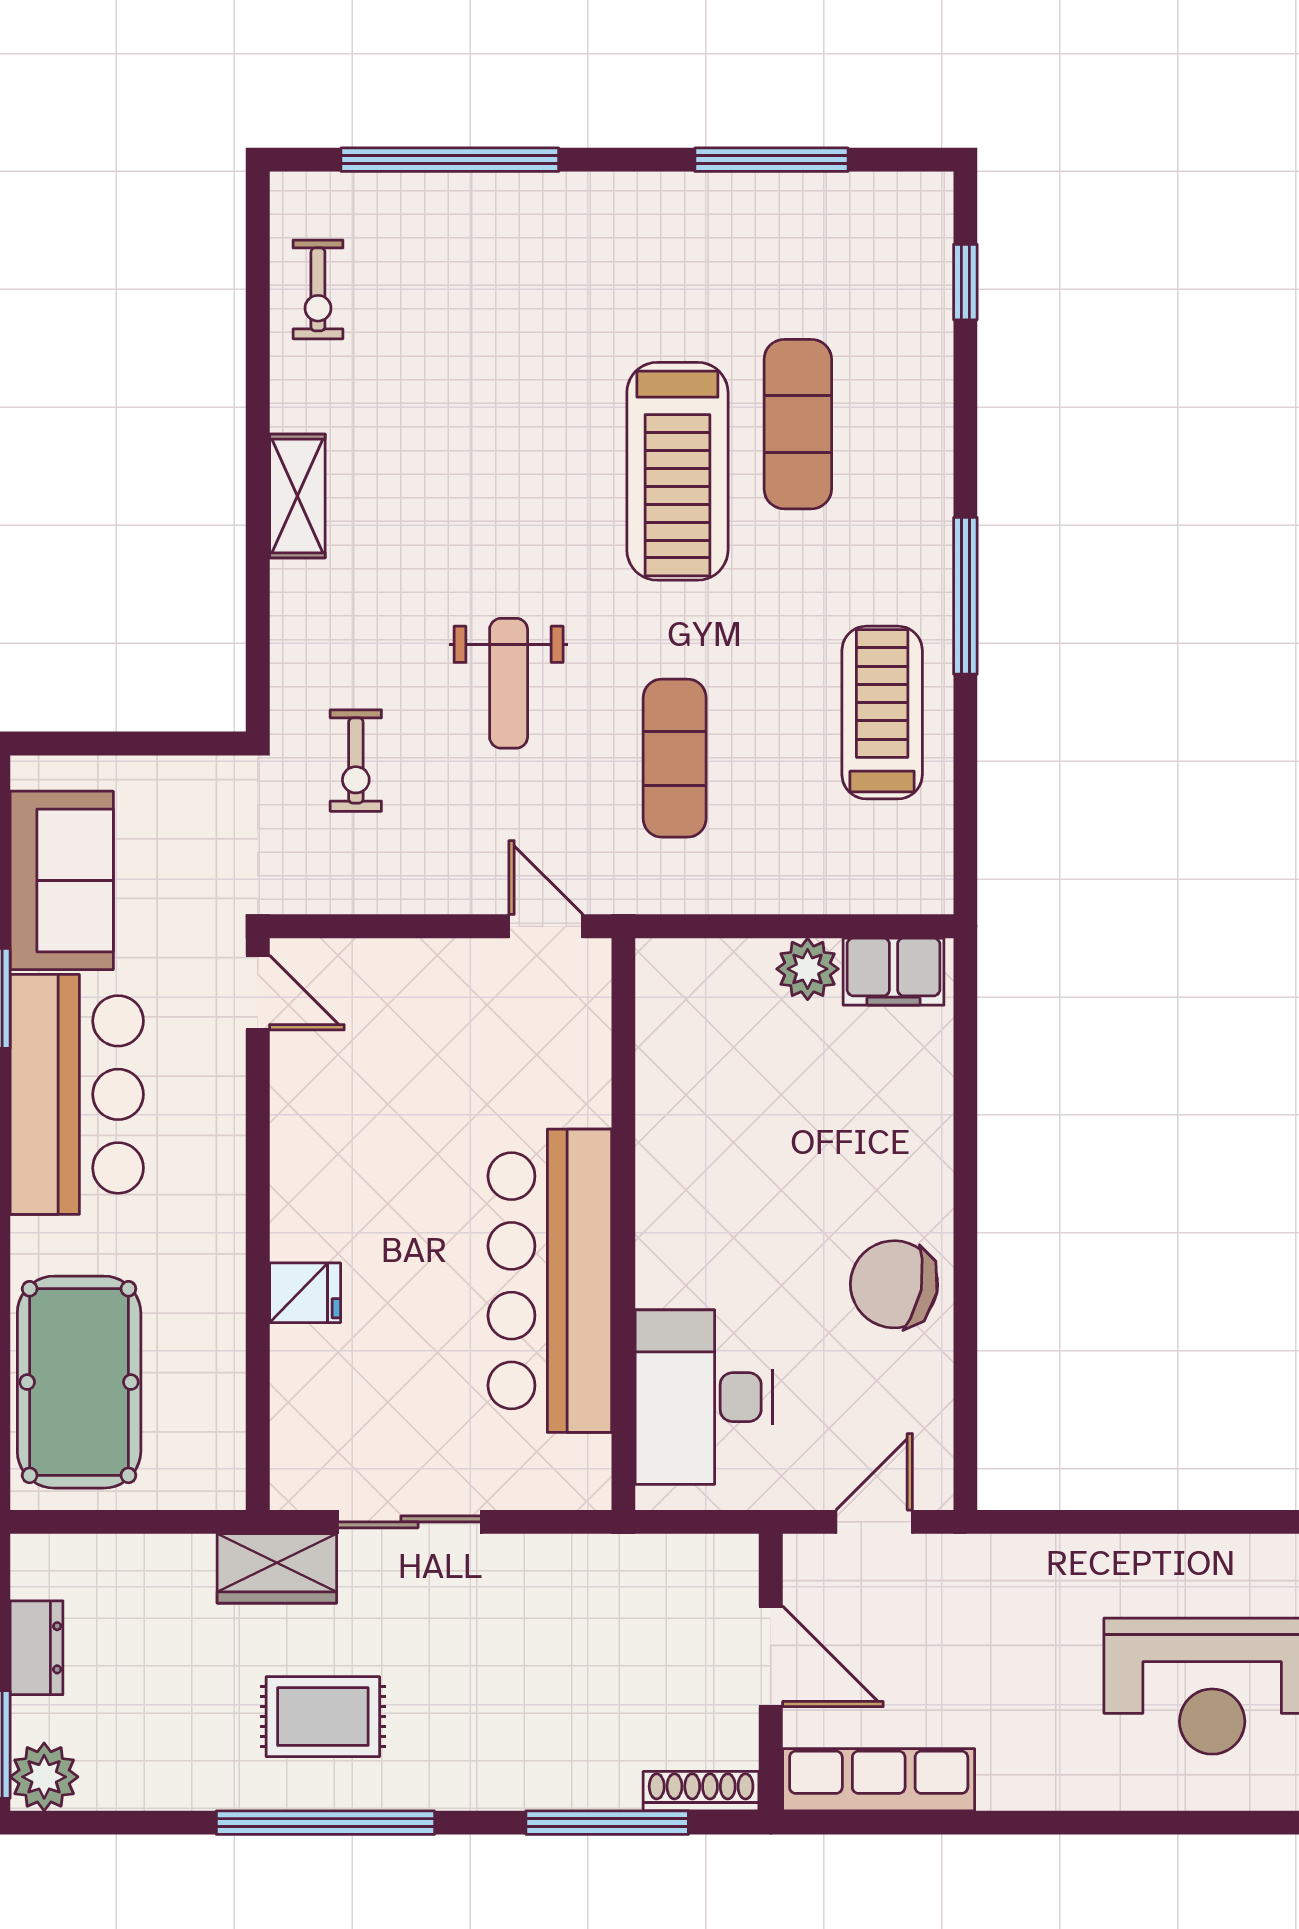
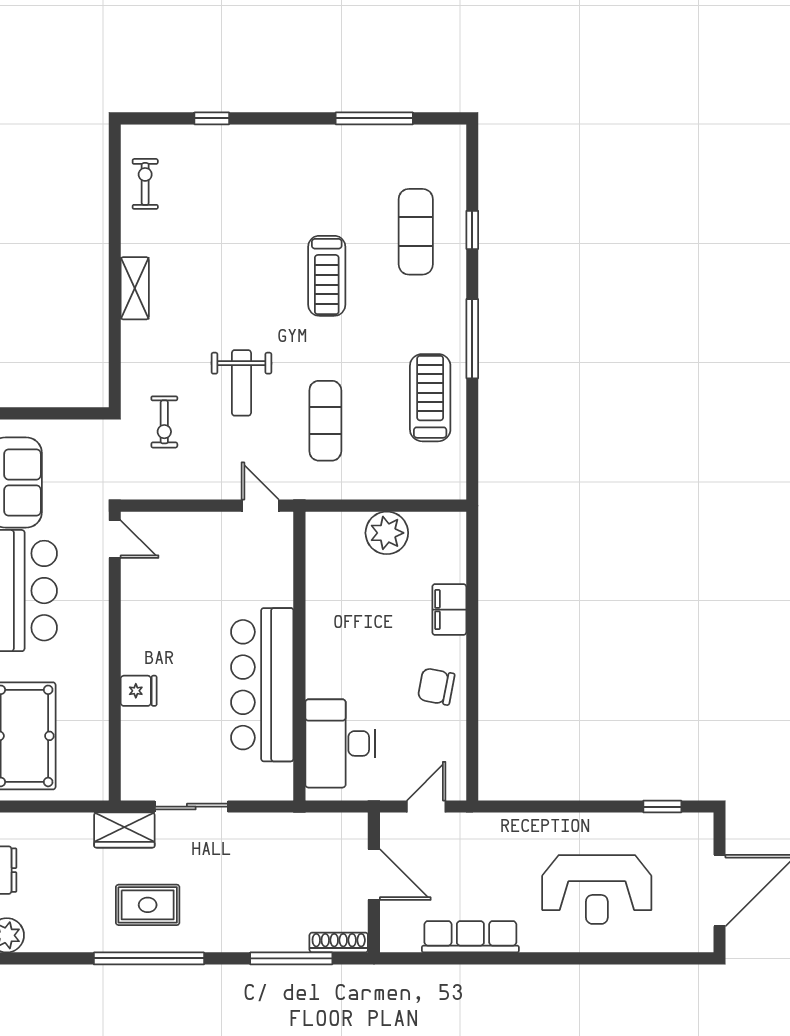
window: (450, 160) -> (212, 118), width x0.32
window: (965, 282) -> (472, 230), moved
exercise bike: (318, 289) -> (145, 184), turned 180
exercise mat: (798, 424) -> (416, 232), moved
treadmill: (677, 471) -> (327, 276), width x0.73, depth x0.73
plant: (808, 969) -> (387, 533), width x1.36, depth x1.36
filing cabinet: (894, 972) -> (449, 610), moved, turned 90
chair: (894, 1284) -> (436, 686), width x0.73, depth x0.73
row of seats: (879, 1780) -> (470, 937), moved

